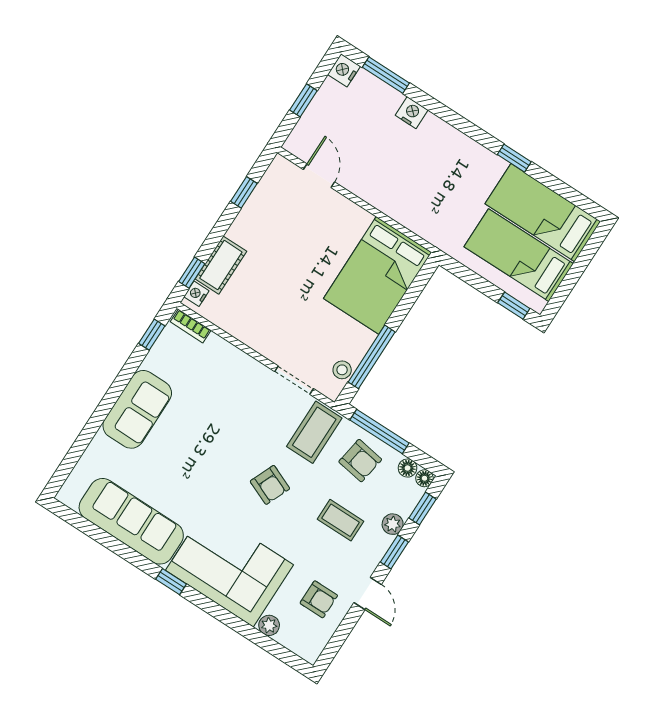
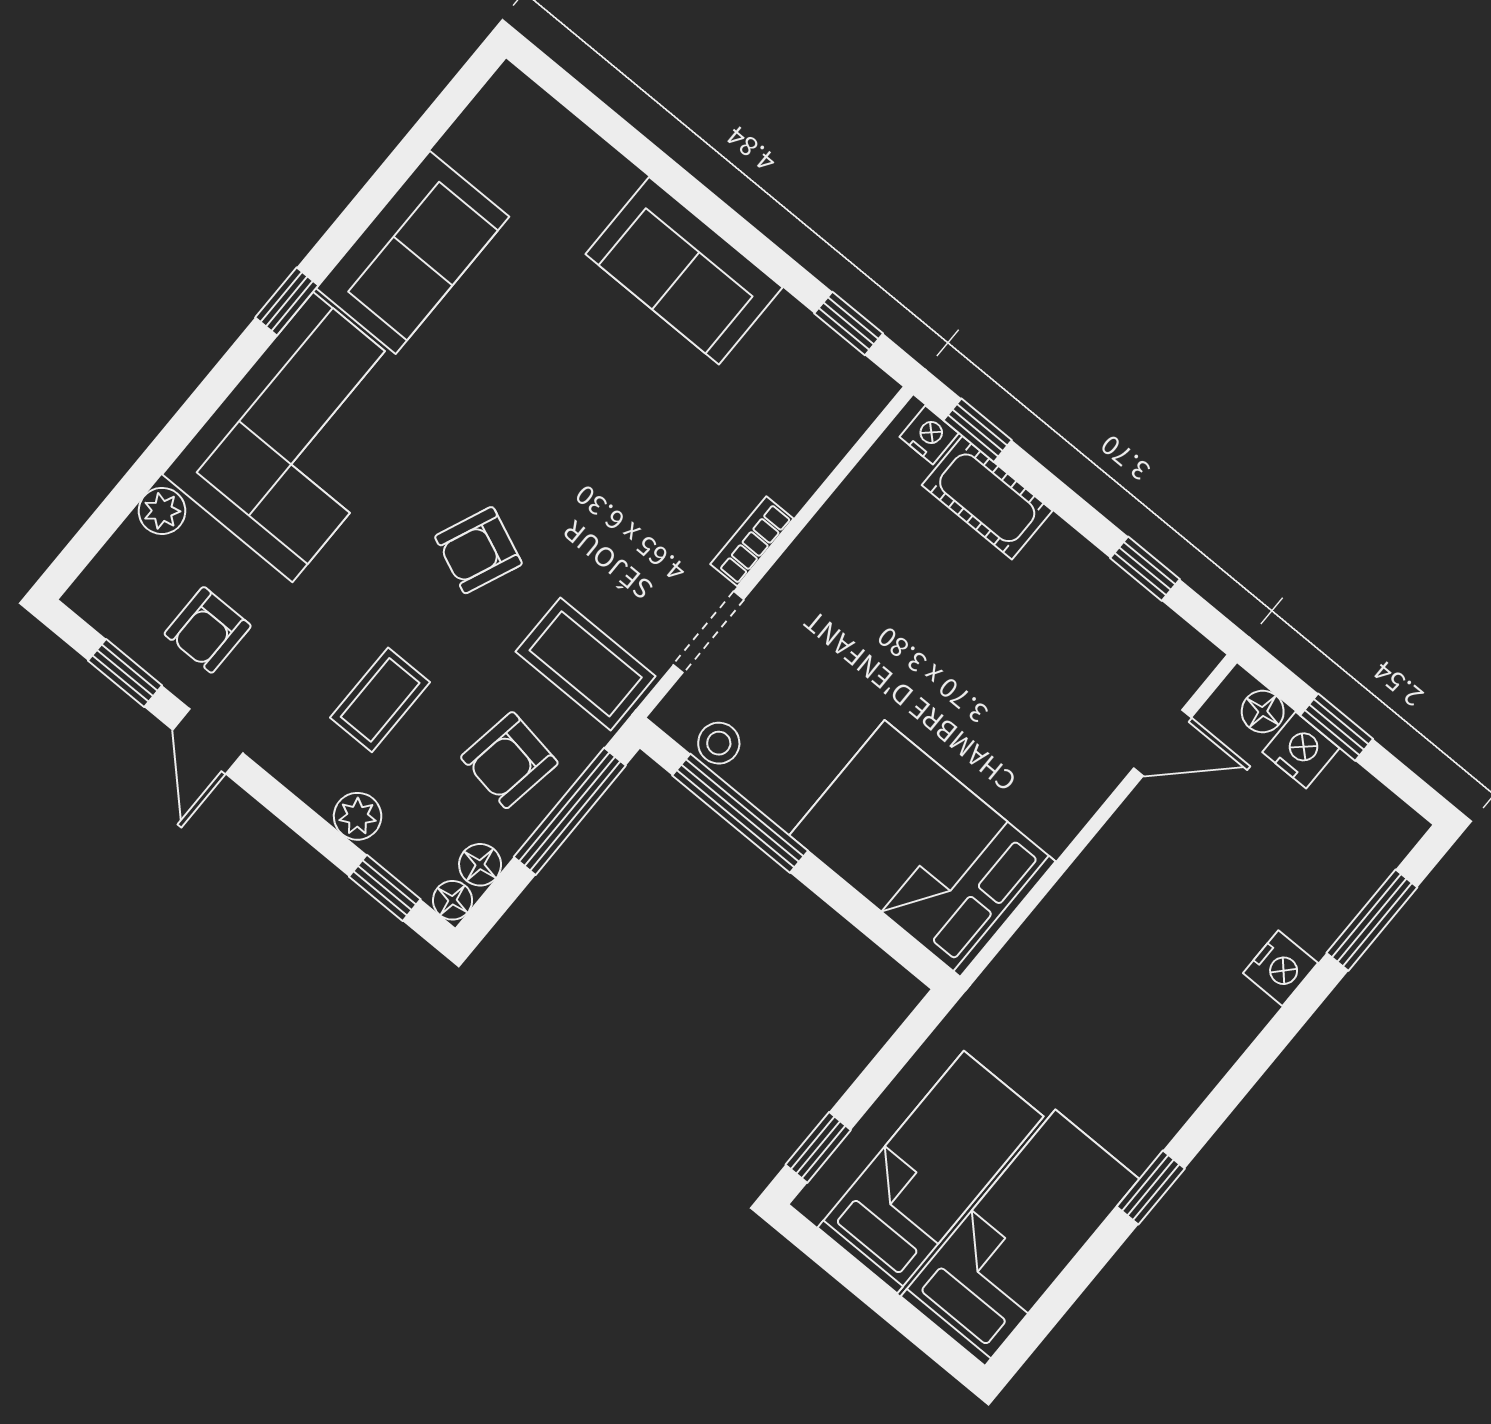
nightstand: (344, 70) -> (1301, 750), moved
floor lamp: (300, 134) -> (1263, 712), added
bookcase: (191, 326) -> (752, 541), moved
sofa: (131, 521) -> (413, 252), width x0.73
window: (394, 552) -> (125, 673), moved
door: (368, 593) -> (208, 741), hinge flipped

